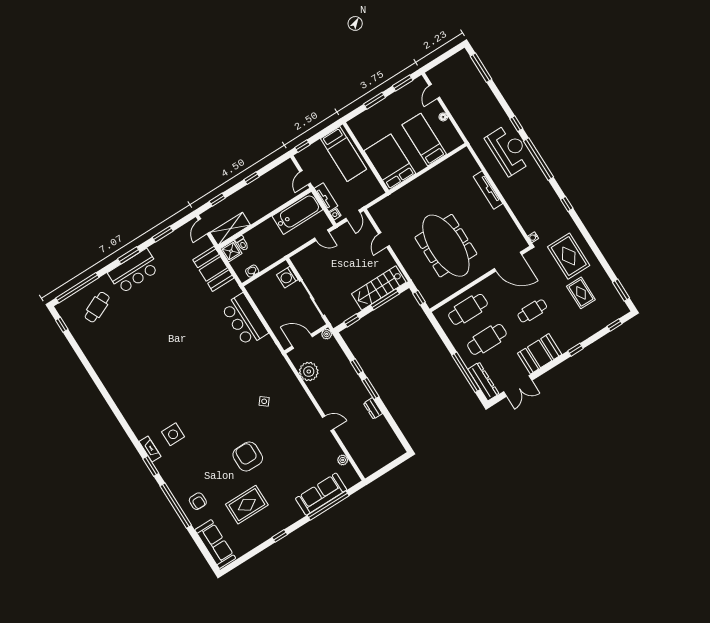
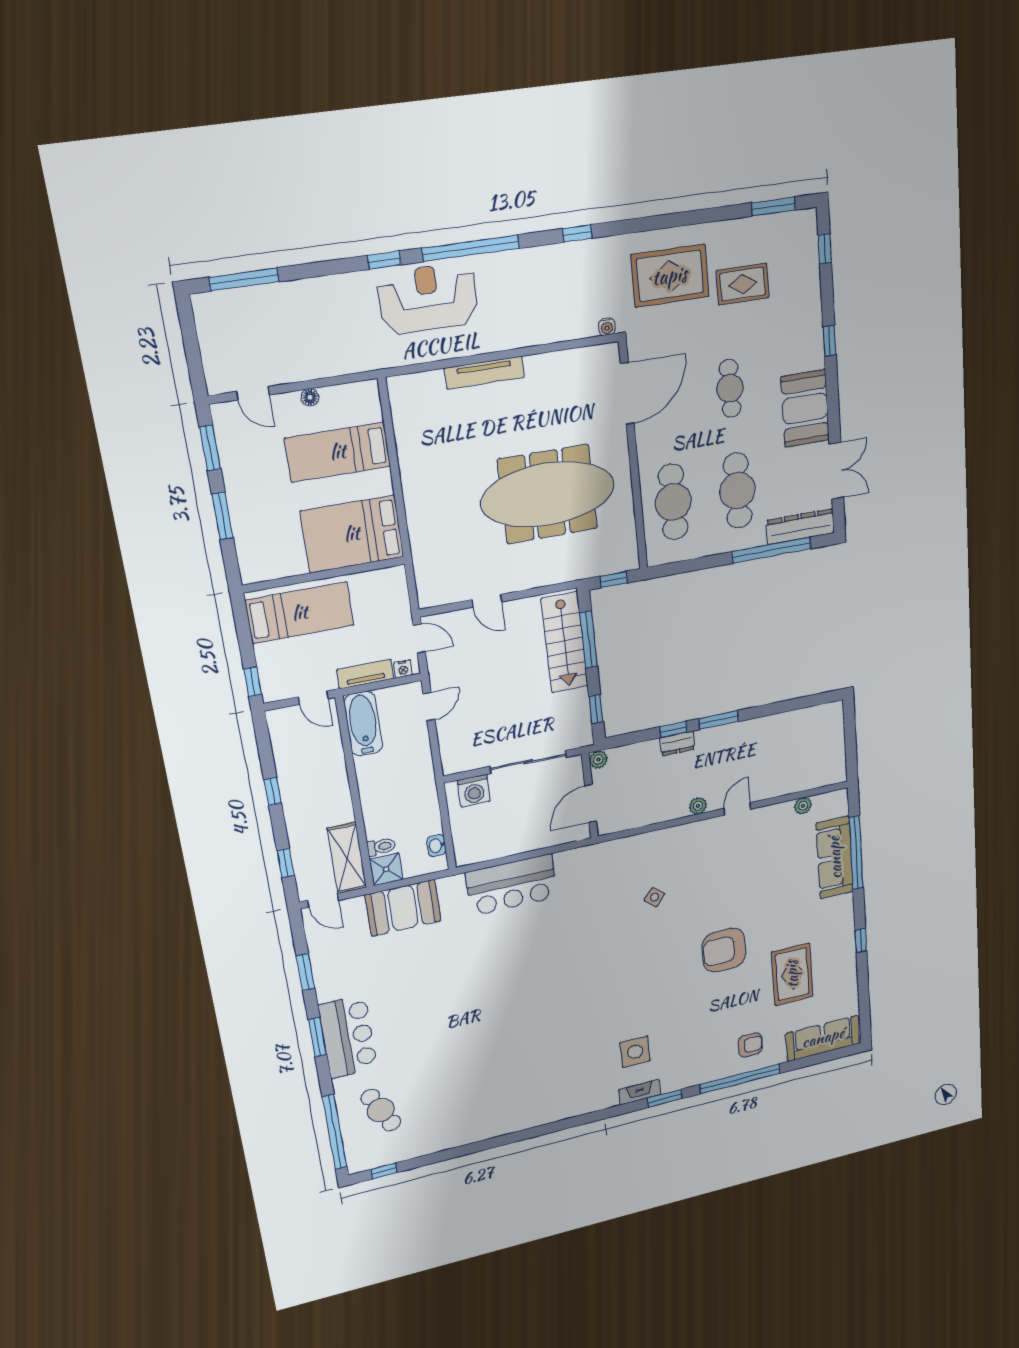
bathtub: (298, 213) -> (363, 724), width x0.73, depth x0.73
plant: (309, 372) -> (698, 806), moved, width x0.53, depth x0.53
dresser: (373, 408) -> (677, 743), moved

